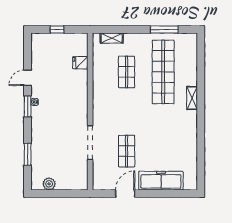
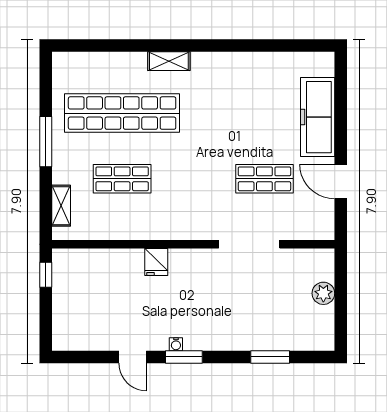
window: (57, 30) -> (46, 275), moved
window: (164, 30) -> (46, 142), moved
fridge: (80, 63) -> (156, 262), moved
plant: (49, 184) -> (323, 293), moved

